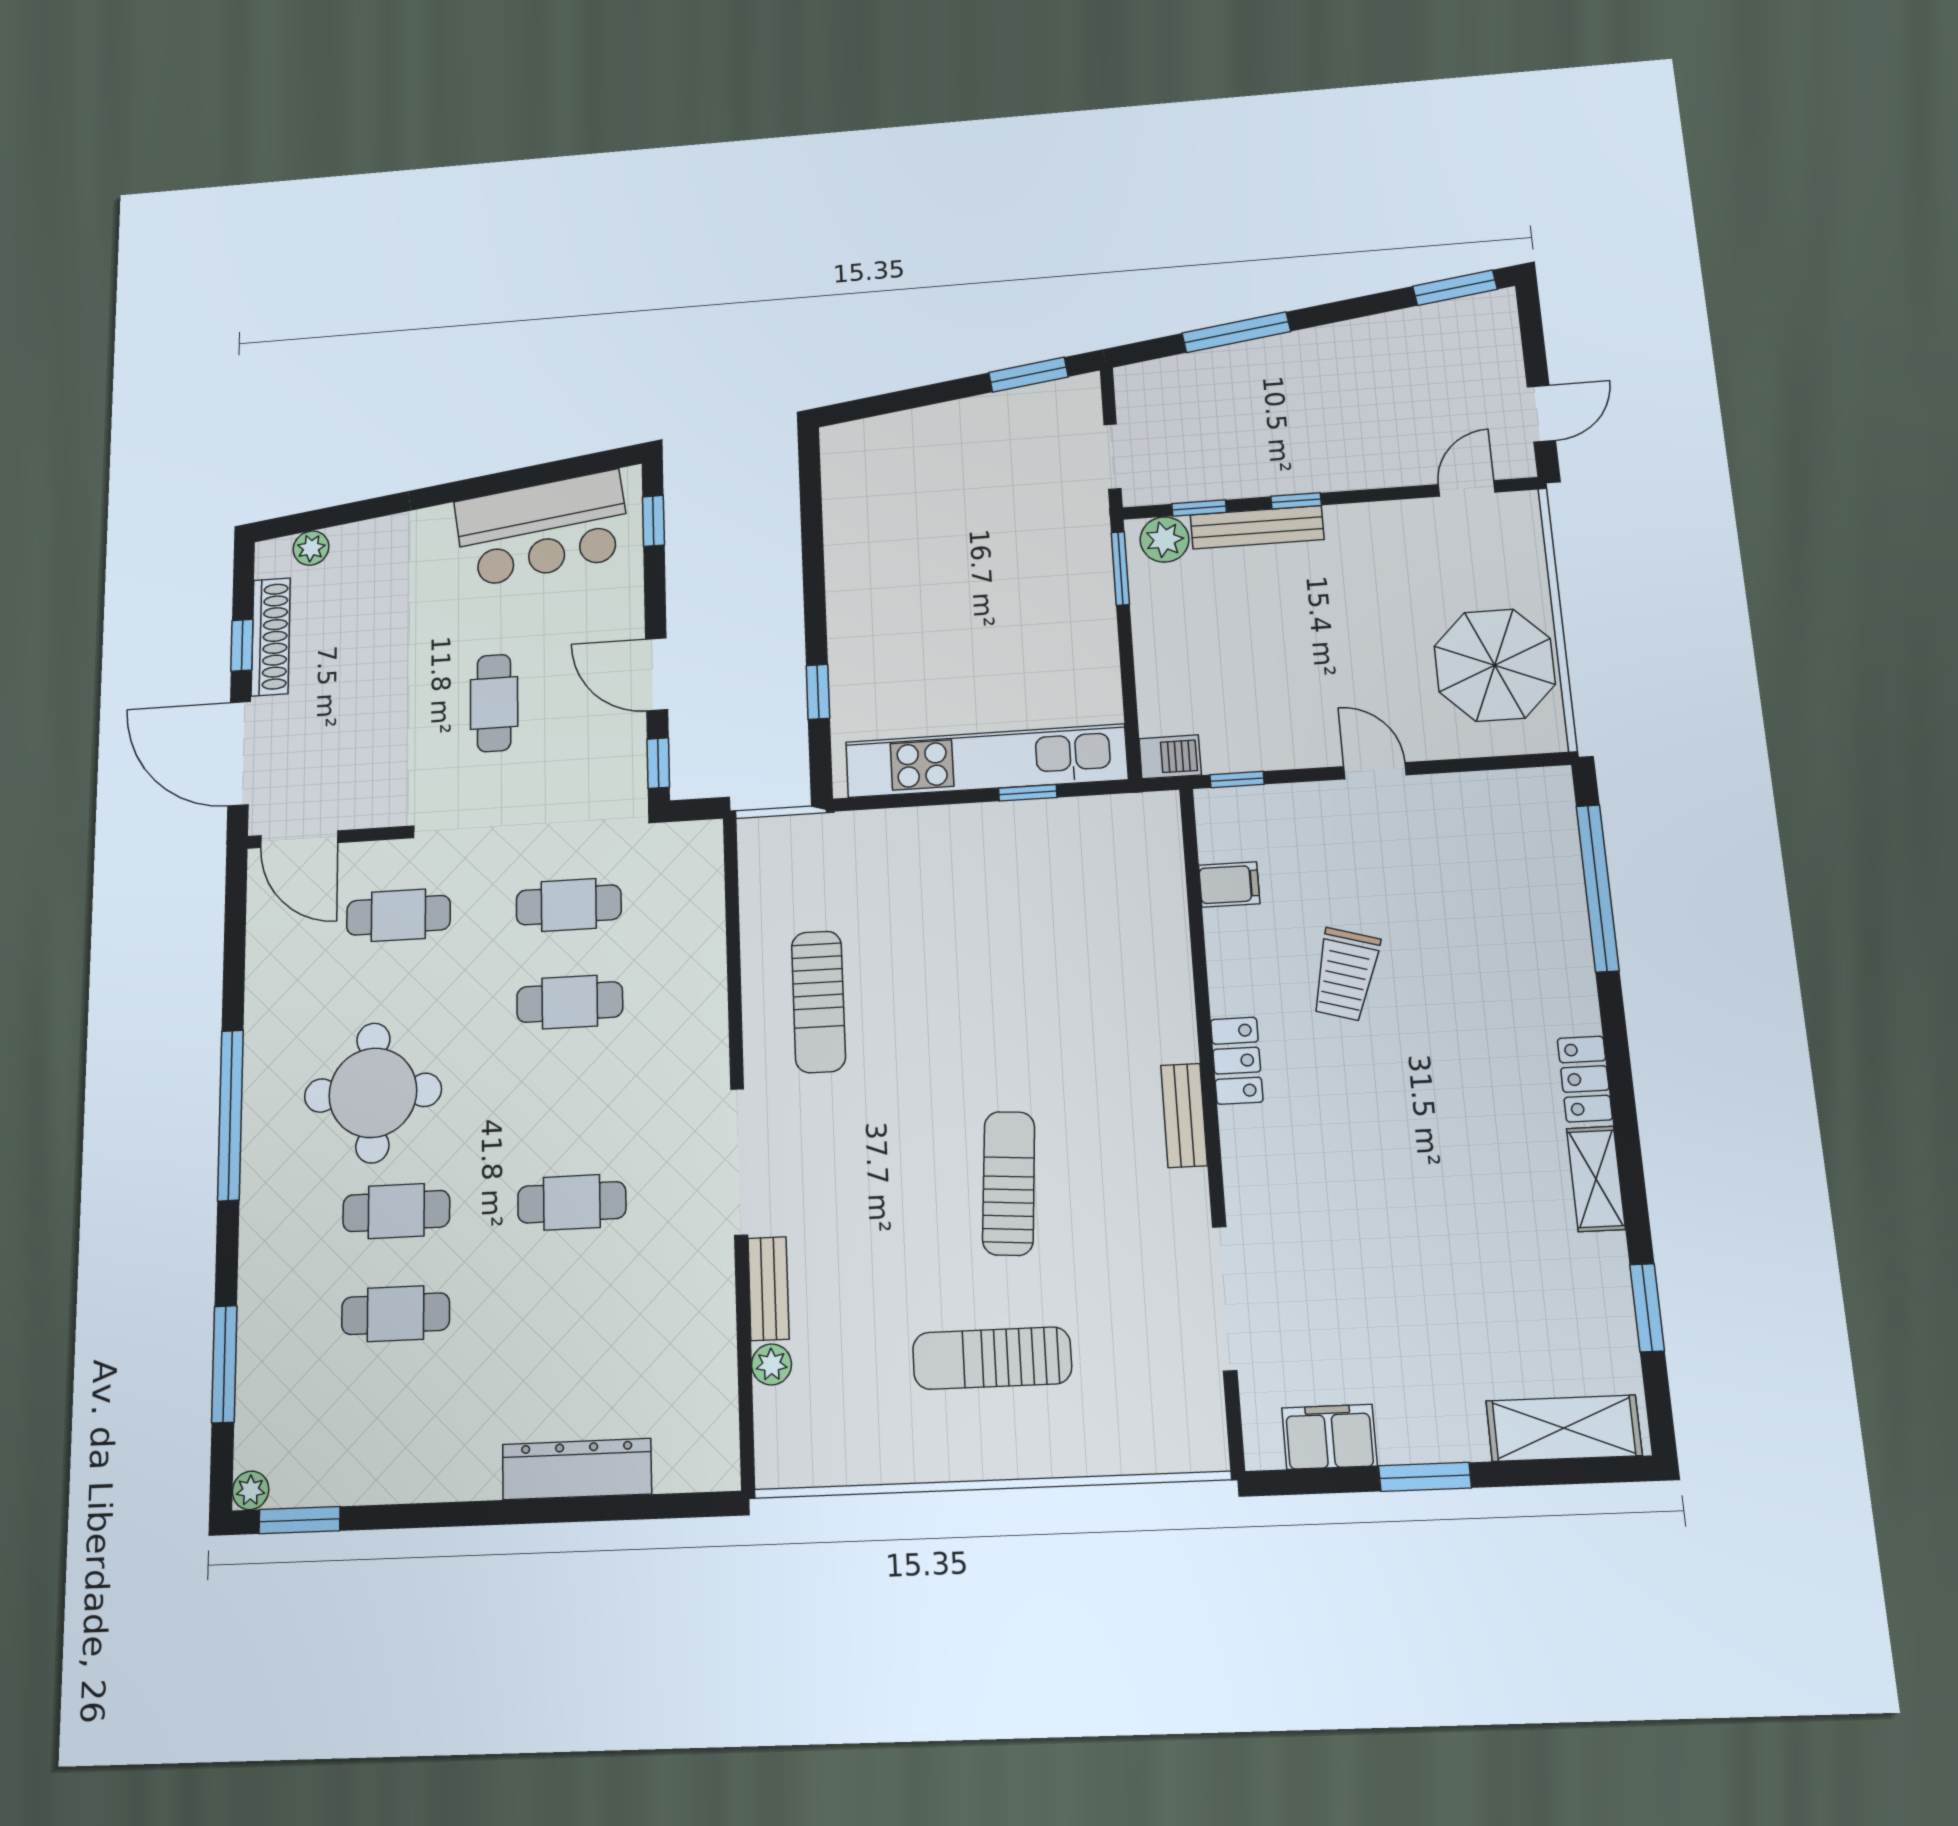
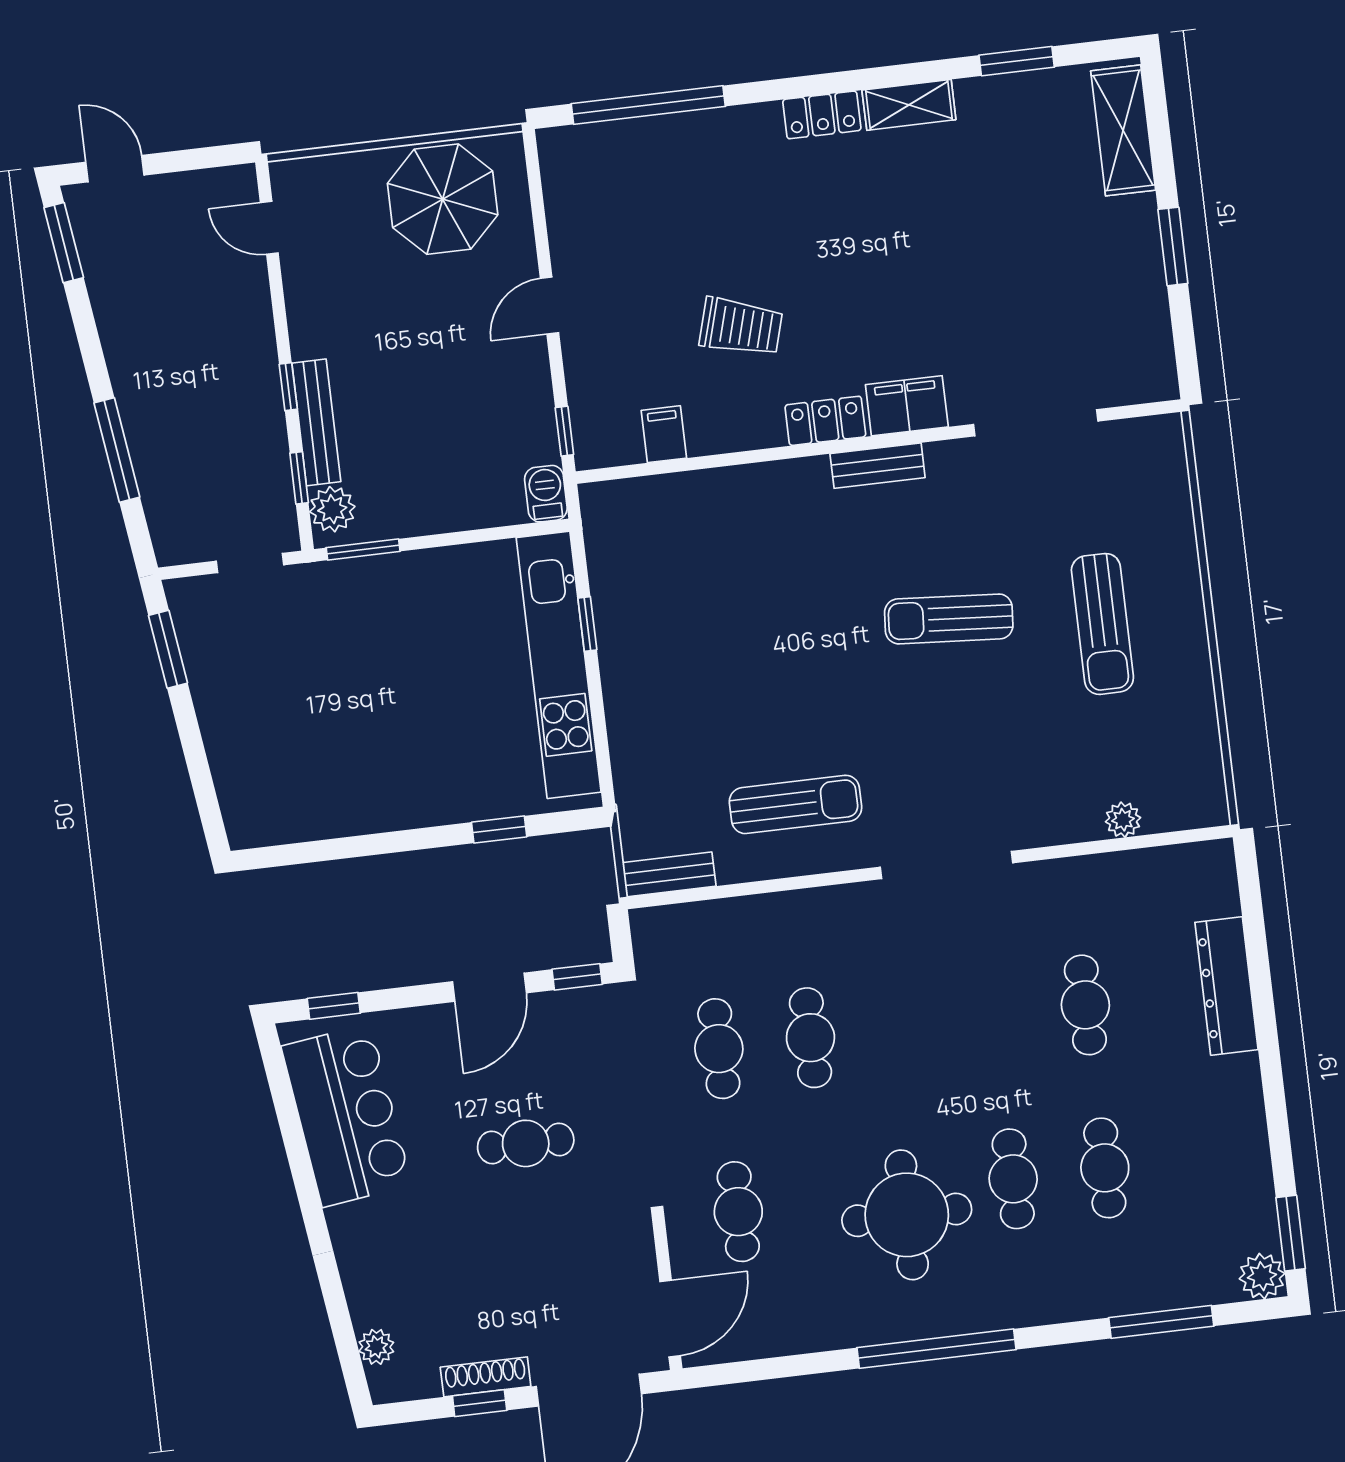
door: (1541, 413) -> (115, 169), moved
shoe rack: (271, 637) -> (486, 1377), width x0.74, depth x0.81
cafe table: (572, 1202) -> (1085, 1005), moved
bench: (769, 1289) -> (669, 874), moved
filing cabinet: (1329, 1437) -> (907, 406), moved, turned 90
plant: (251, 1490) -> (1262, 1276), width x1.38, depth x1.38

